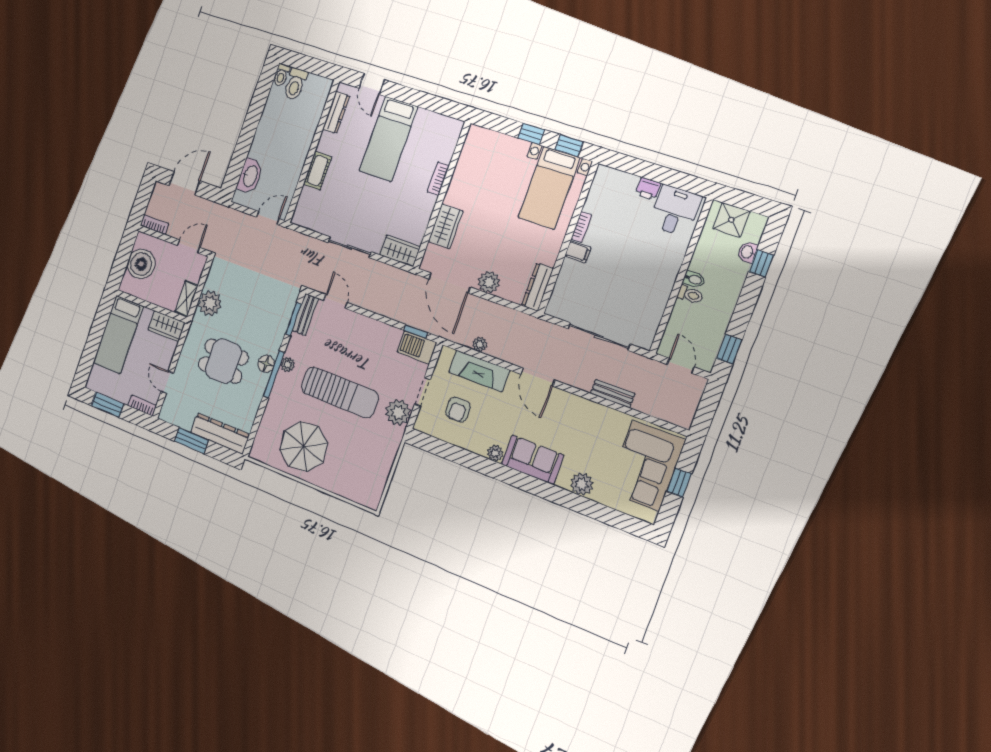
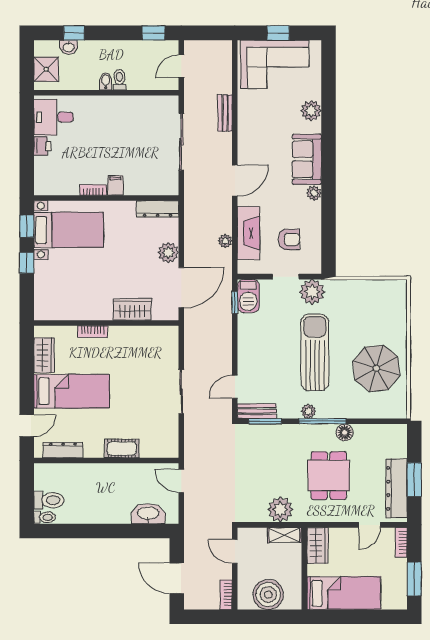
wardrobe: (400, 251) -> (44, 355), moved, turned 180
floor lamp: (266, 364) -> (345, 432), moved
dresser: (220, 433) -> (397, 488), moved

